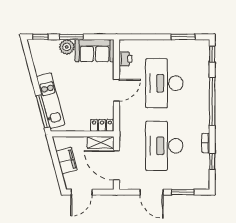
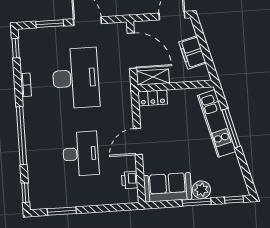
desk: (164, 83) -> (81, 154), width x0.73, depth x0.77
window: (43, 111) -> (231, 128), moved
window: (212, 161) -> (16, 48), moved

